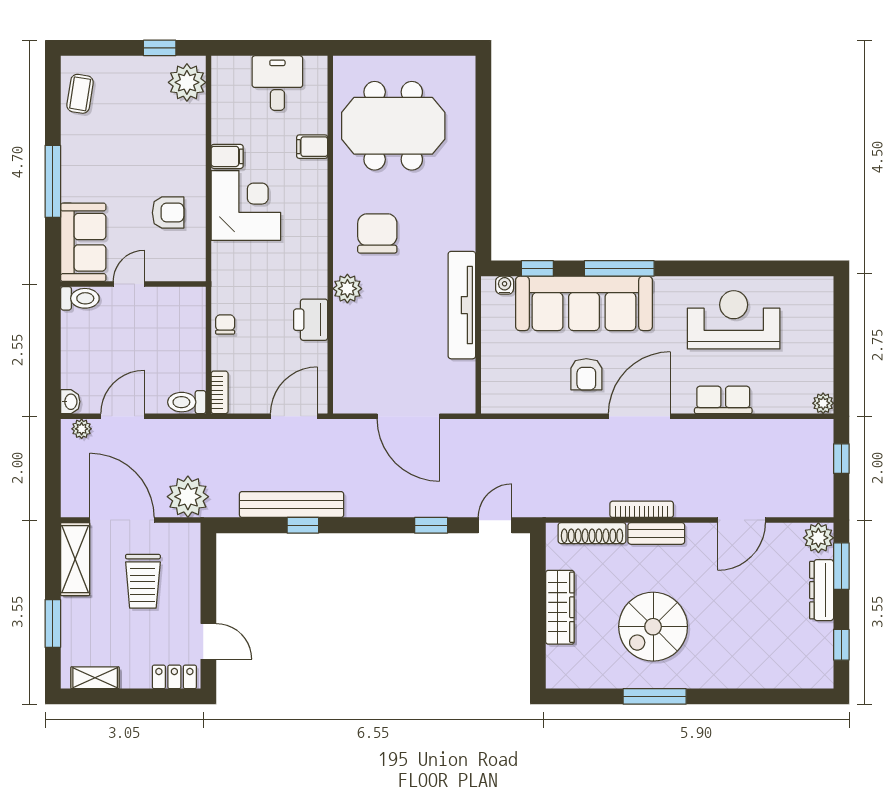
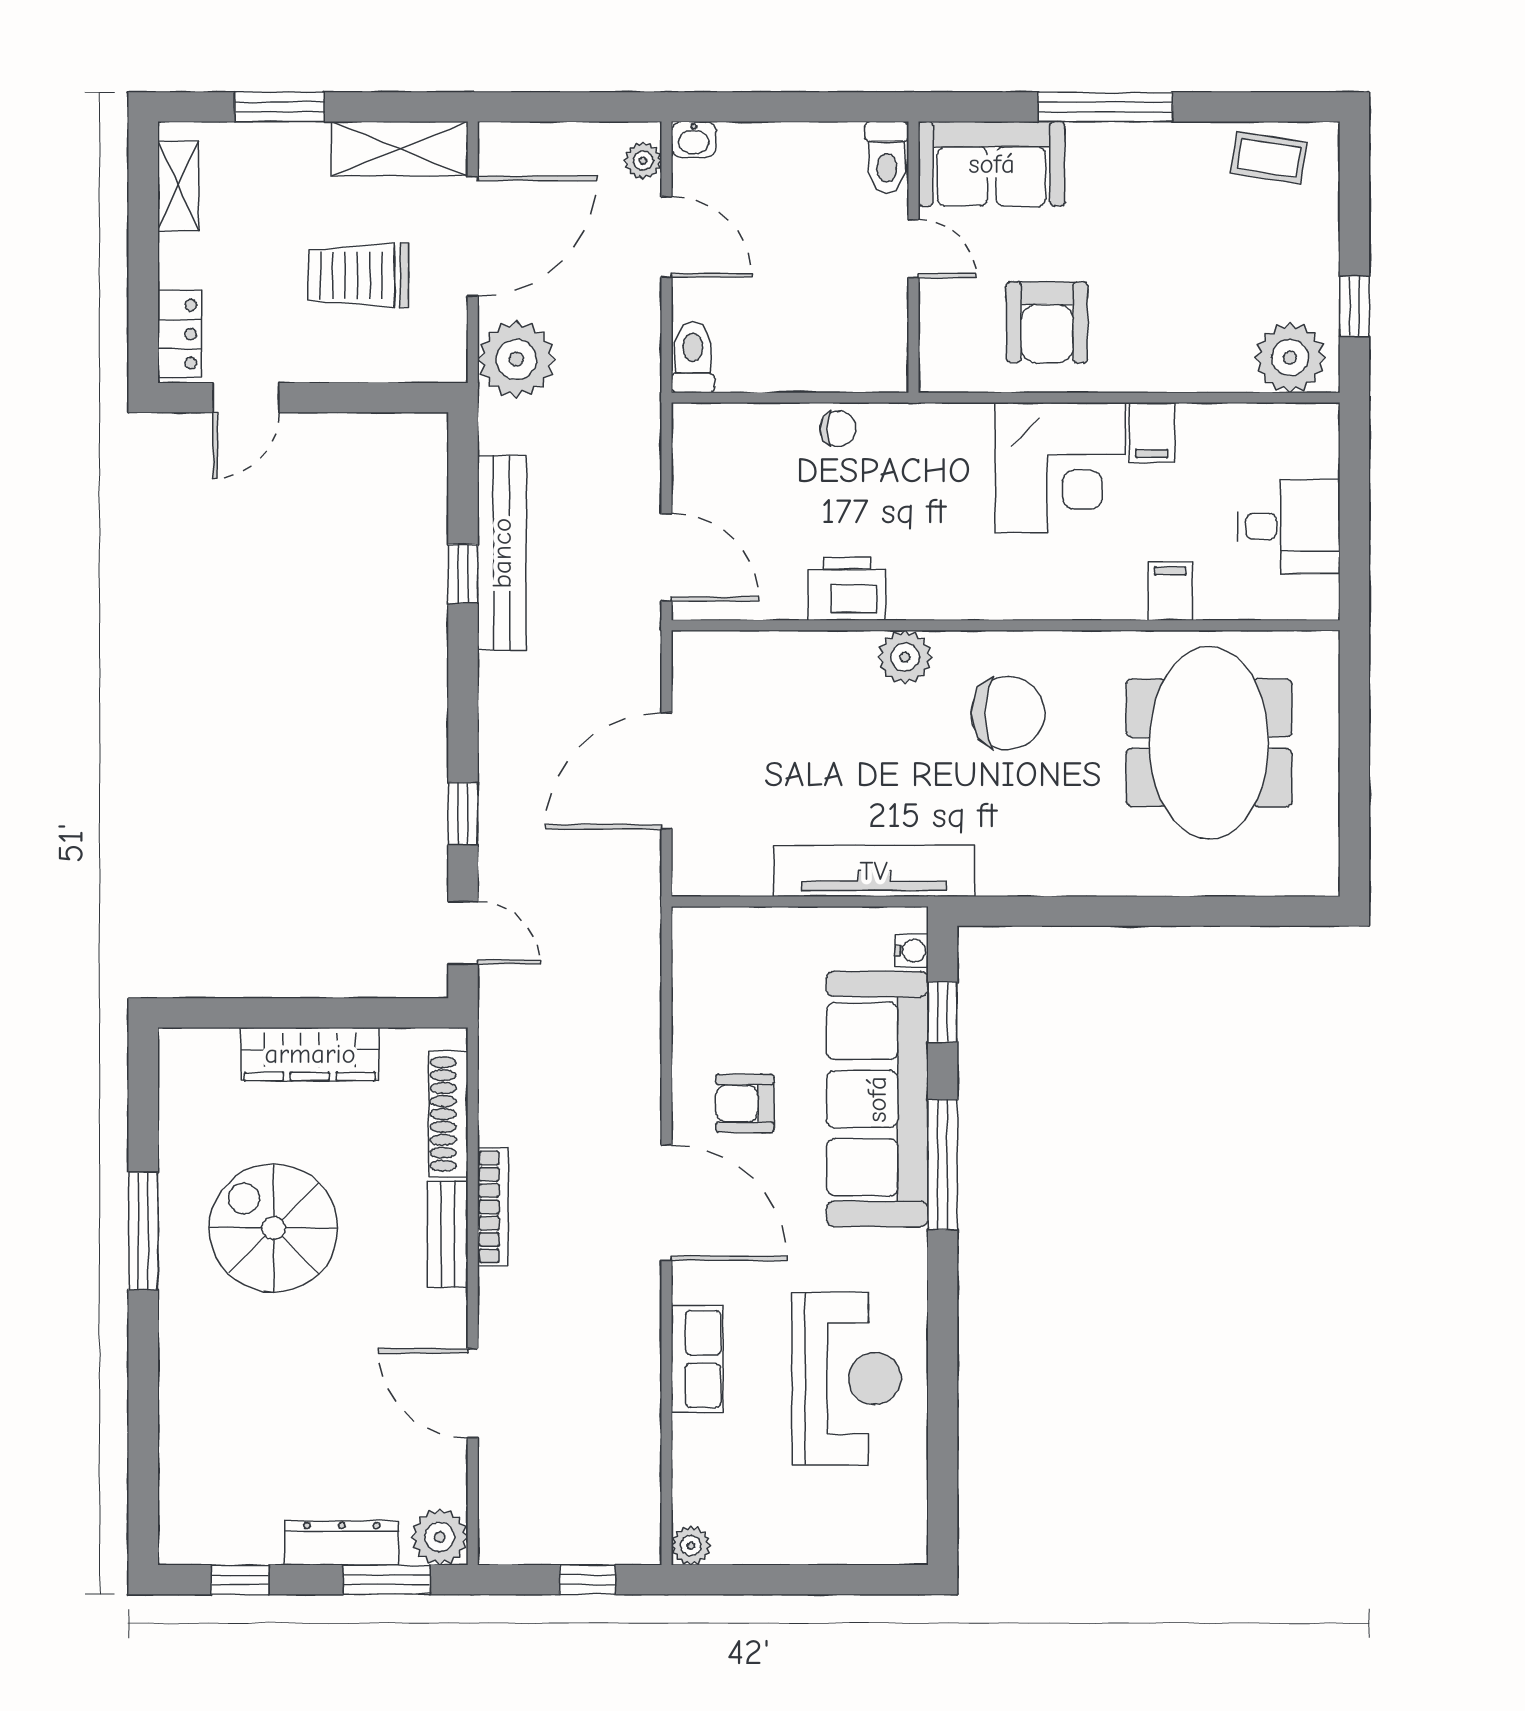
armchair: (168, 213) -> (1047, 322), width x1.38, depth x1.38
bookcase: (220, 392) -> (711, 418), removed

